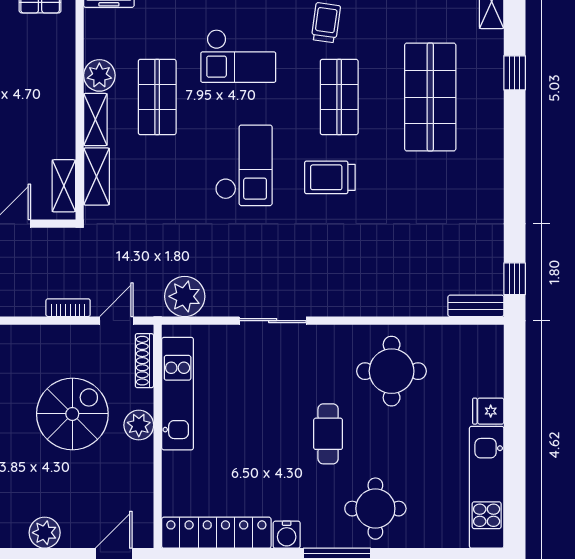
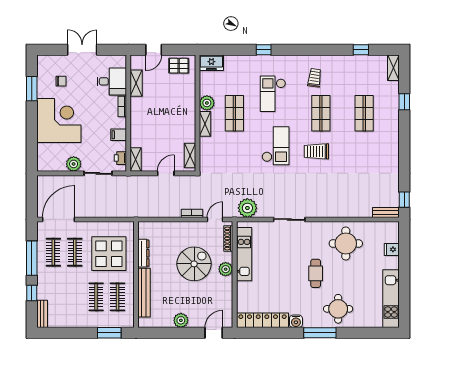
checkout: (238, 56) -> (273, 94), turned 90
shop shelf: (430, 97) -> (364, 113), width x0.70, depth x0.74
shelving: (96, 176) -> (206, 151), removed
fridge: (488, 411) -> (392, 249), moved

